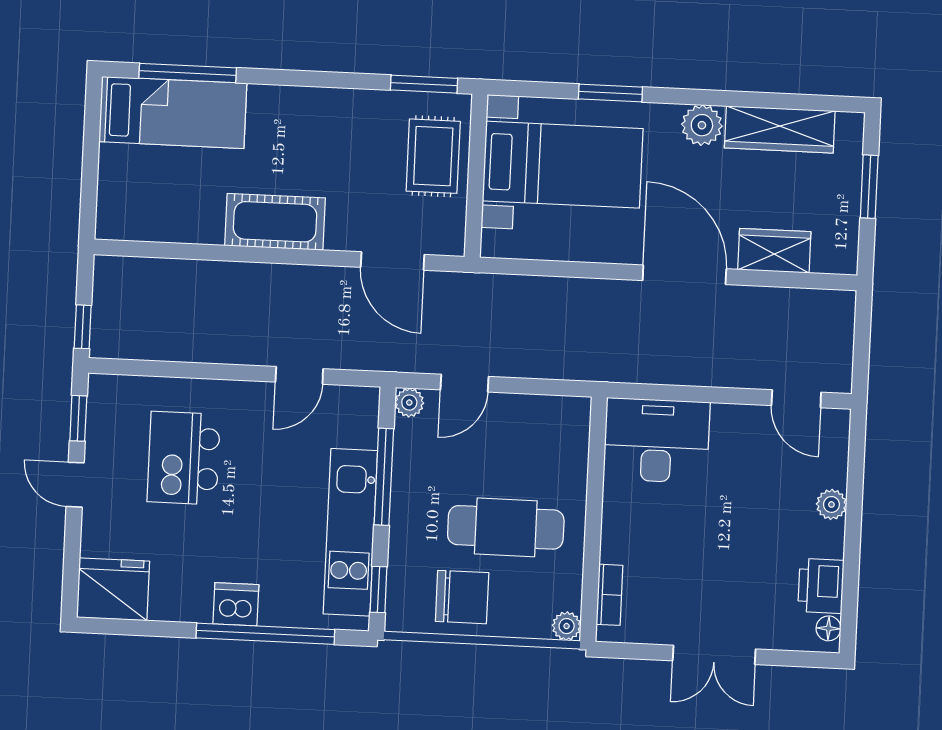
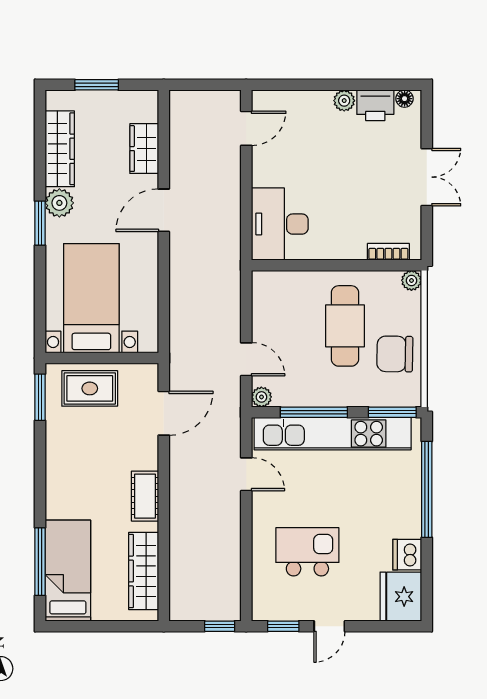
window: (610, 93) -> (40, 223), moved
wardrobe: (167, 221) -> (144, 571), added
cot: (275, 222) -> (145, 496), width x0.73, depth x0.75
door: (684, 275) -> (164, 210), width x0.73
kitchen island: (184, 458) -> (307, 552), turned 180
plant: (831, 504) -> (344, 101), moved
kitchen unit: (350, 532) -> (333, 434), width x1.36
window: (379, 590) -> (392, 412), width x1.50
chair: (462, 597) -> (395, 354), turned -89
dishwasher: (236, 604) -> (407, 555), moved

